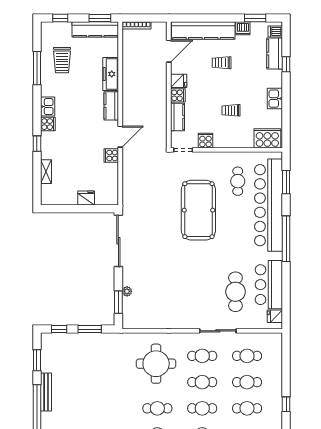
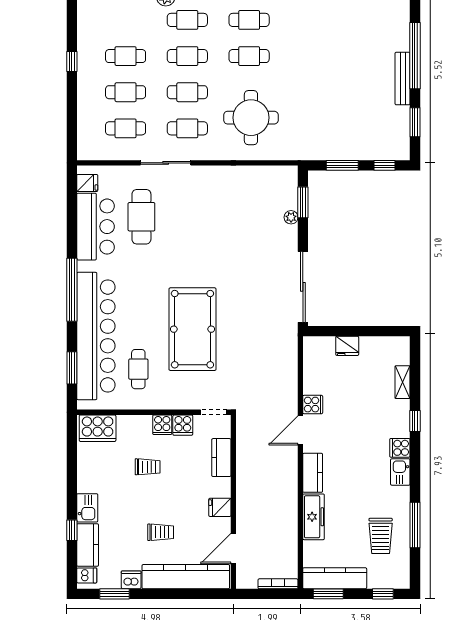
trolley: (62, 60) -> (381, 536), turned 180
cooker: (178, 95) -> (162, 425), moved, turned -90
kitchen sink: (275, 99) -> (87, 508), moved

